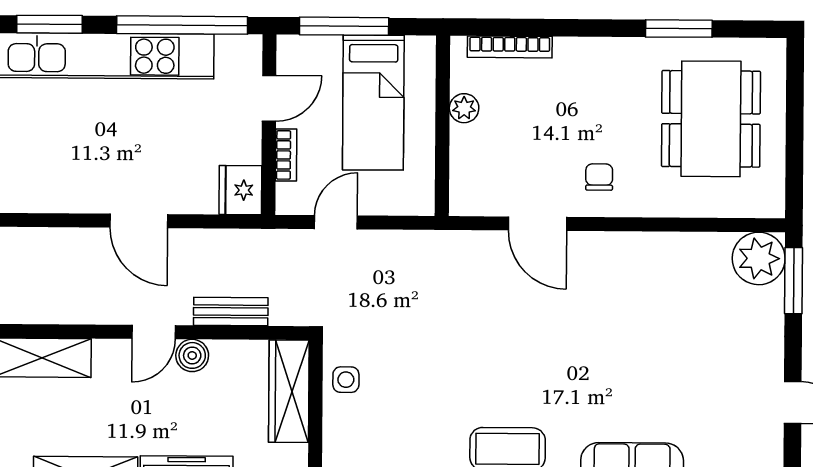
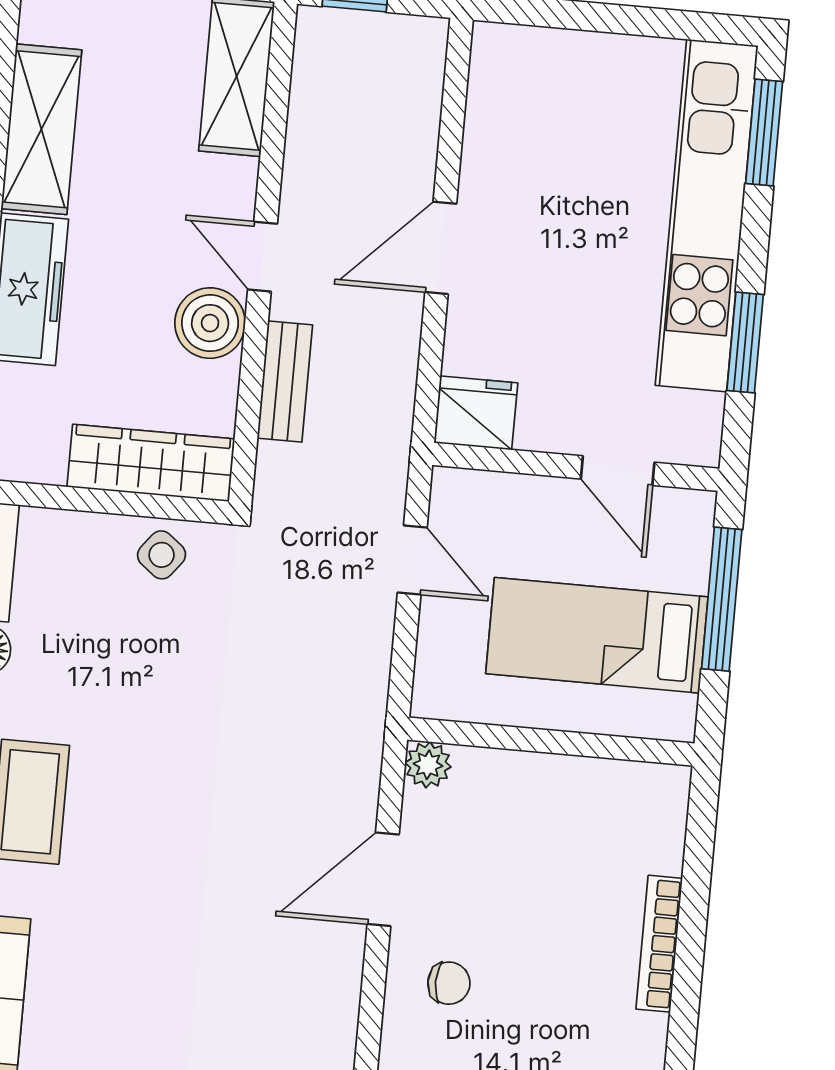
window: (182, 25) -> (745, 343), width x0.47
bookcase: (510, 47) -> (659, 944), moved
plant: (464, 108) -> (428, 765), moved
bookcase: (286, 155) -> (525, 490), removed
boiler: (192, 355) -> (210, 323), width x1.36, depth x1.36
side table: (346, 380) -> (162, 555), turned 38

